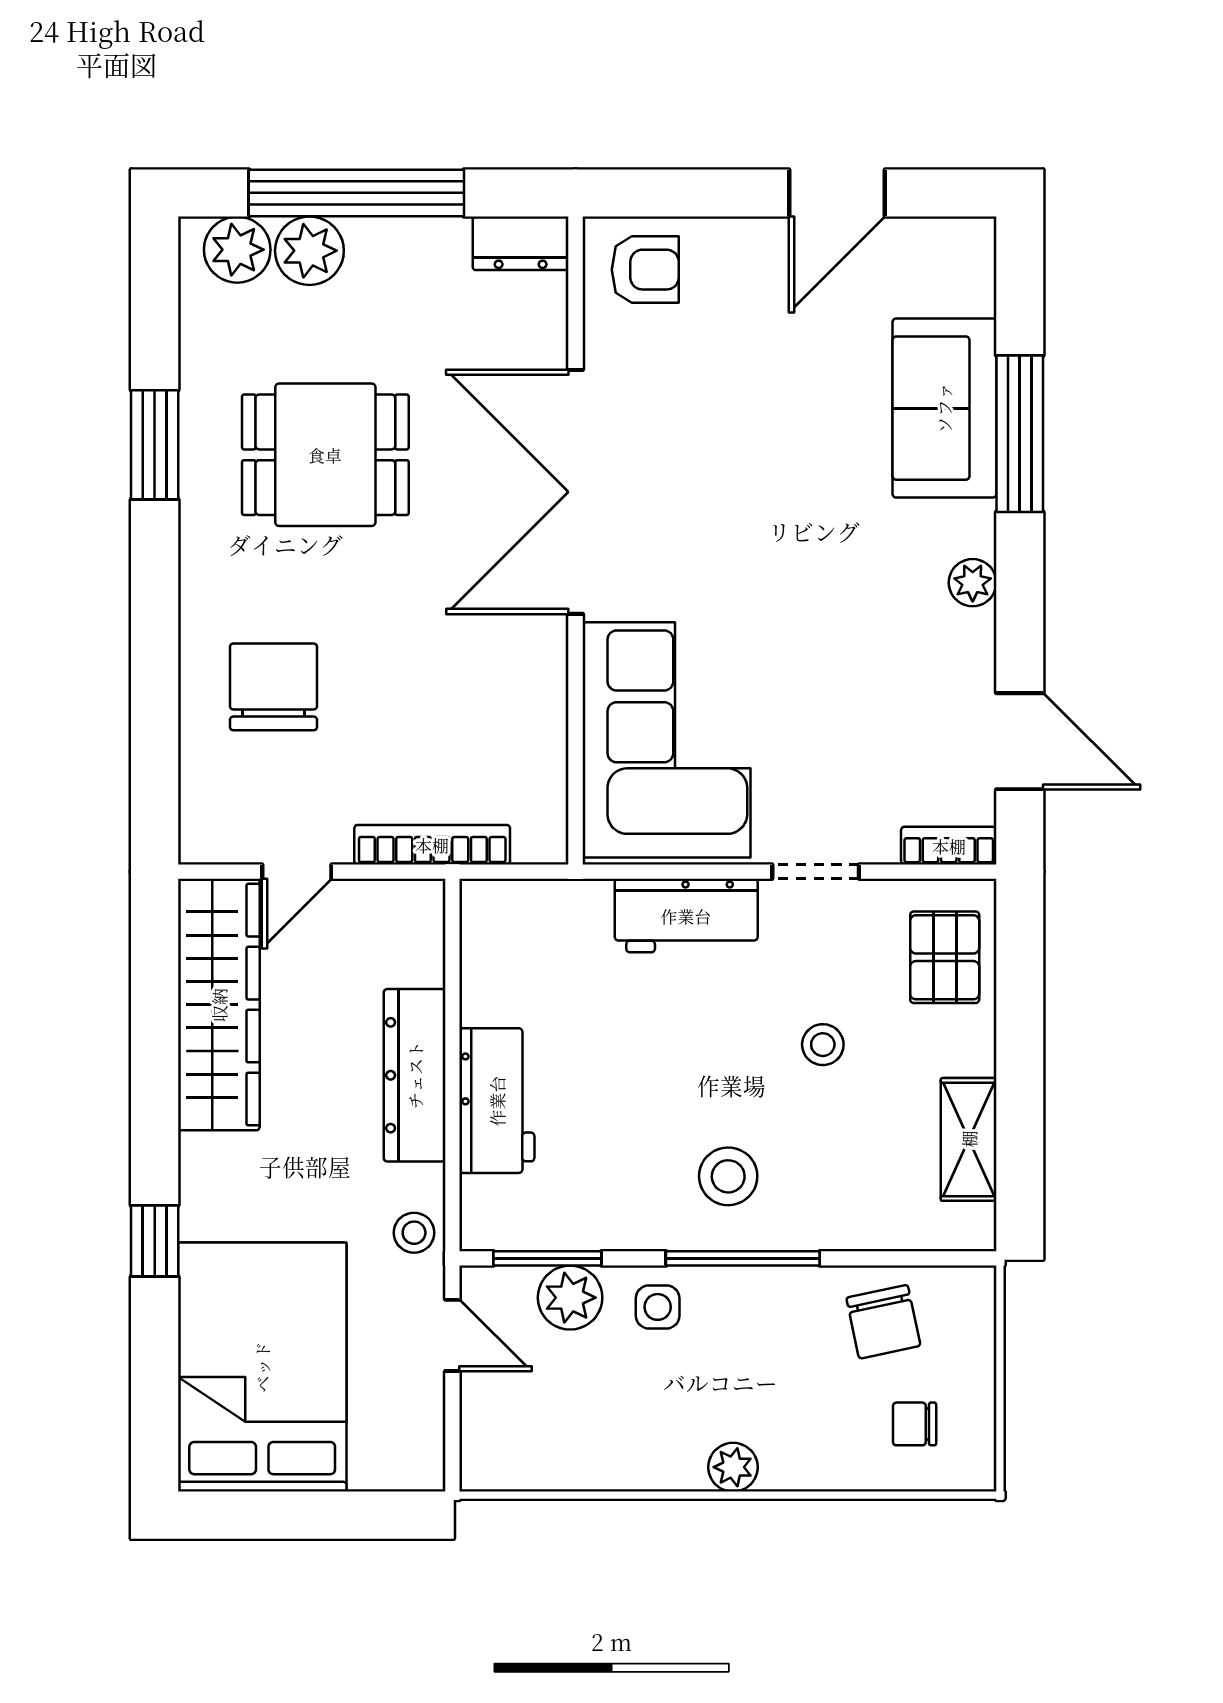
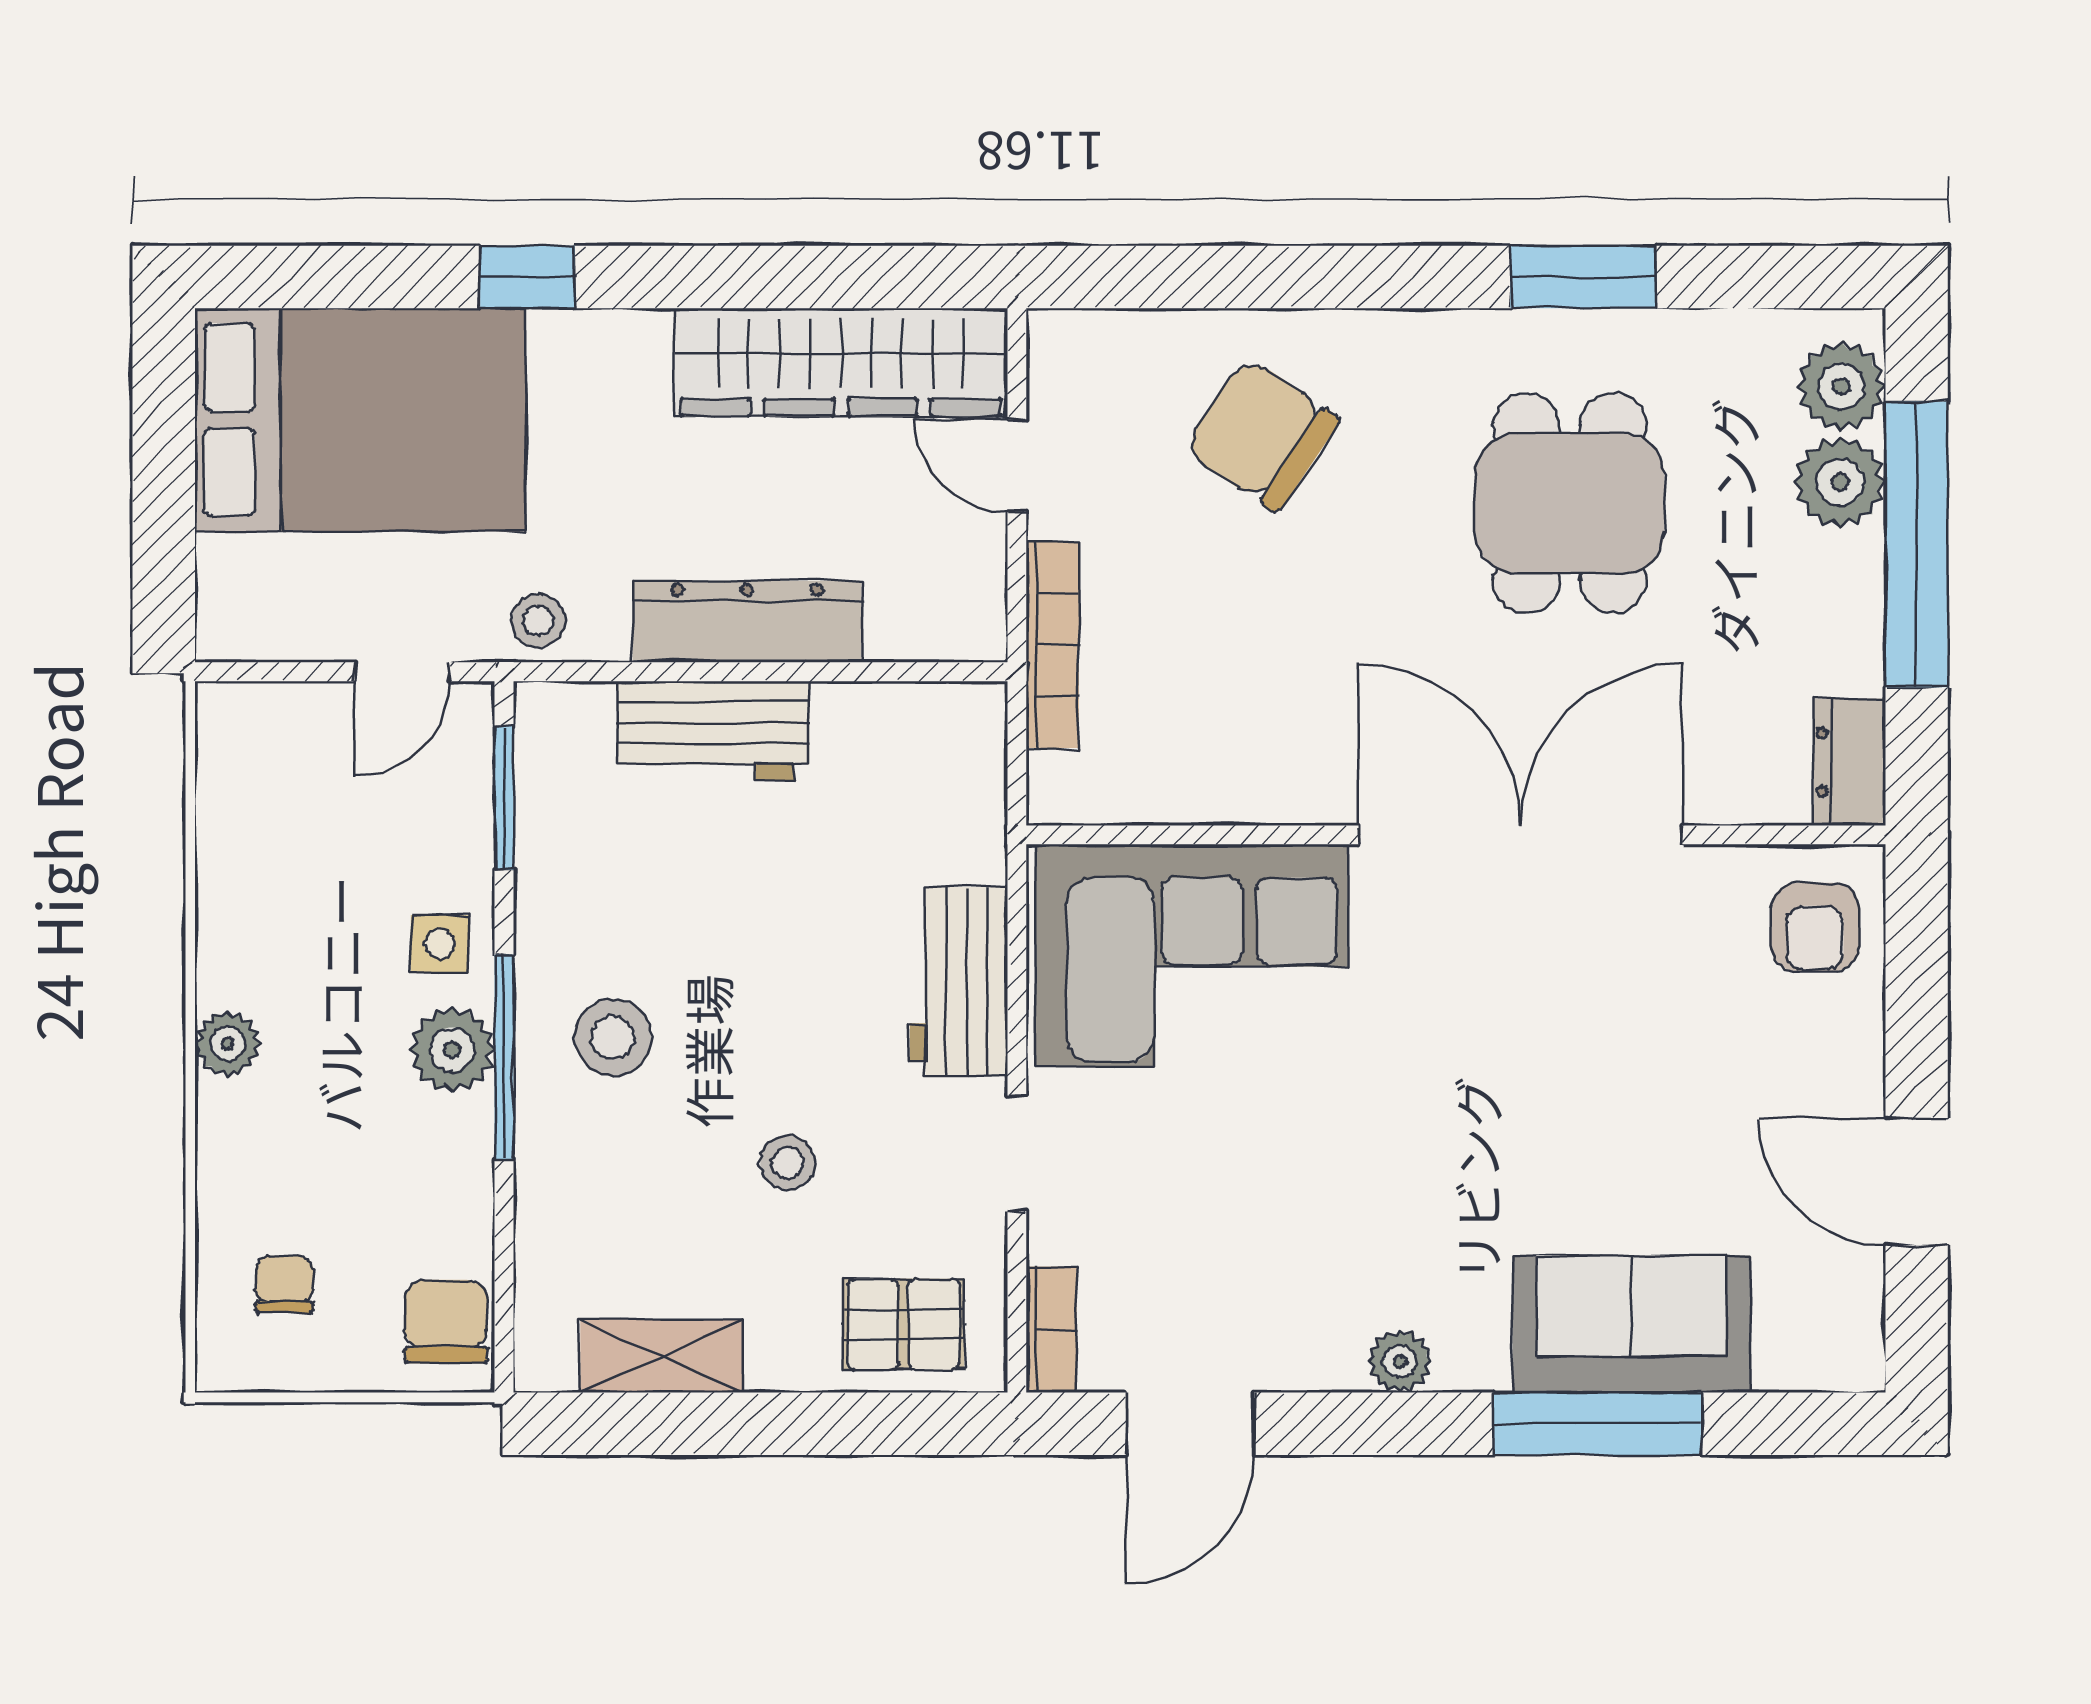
chair: (273, 687) -> (1262, 435), turned -146
plant: (570, 1298) -> (452, 1050), moved
chair: (883, 1322) -> (446, 1322), moved, turned 102

